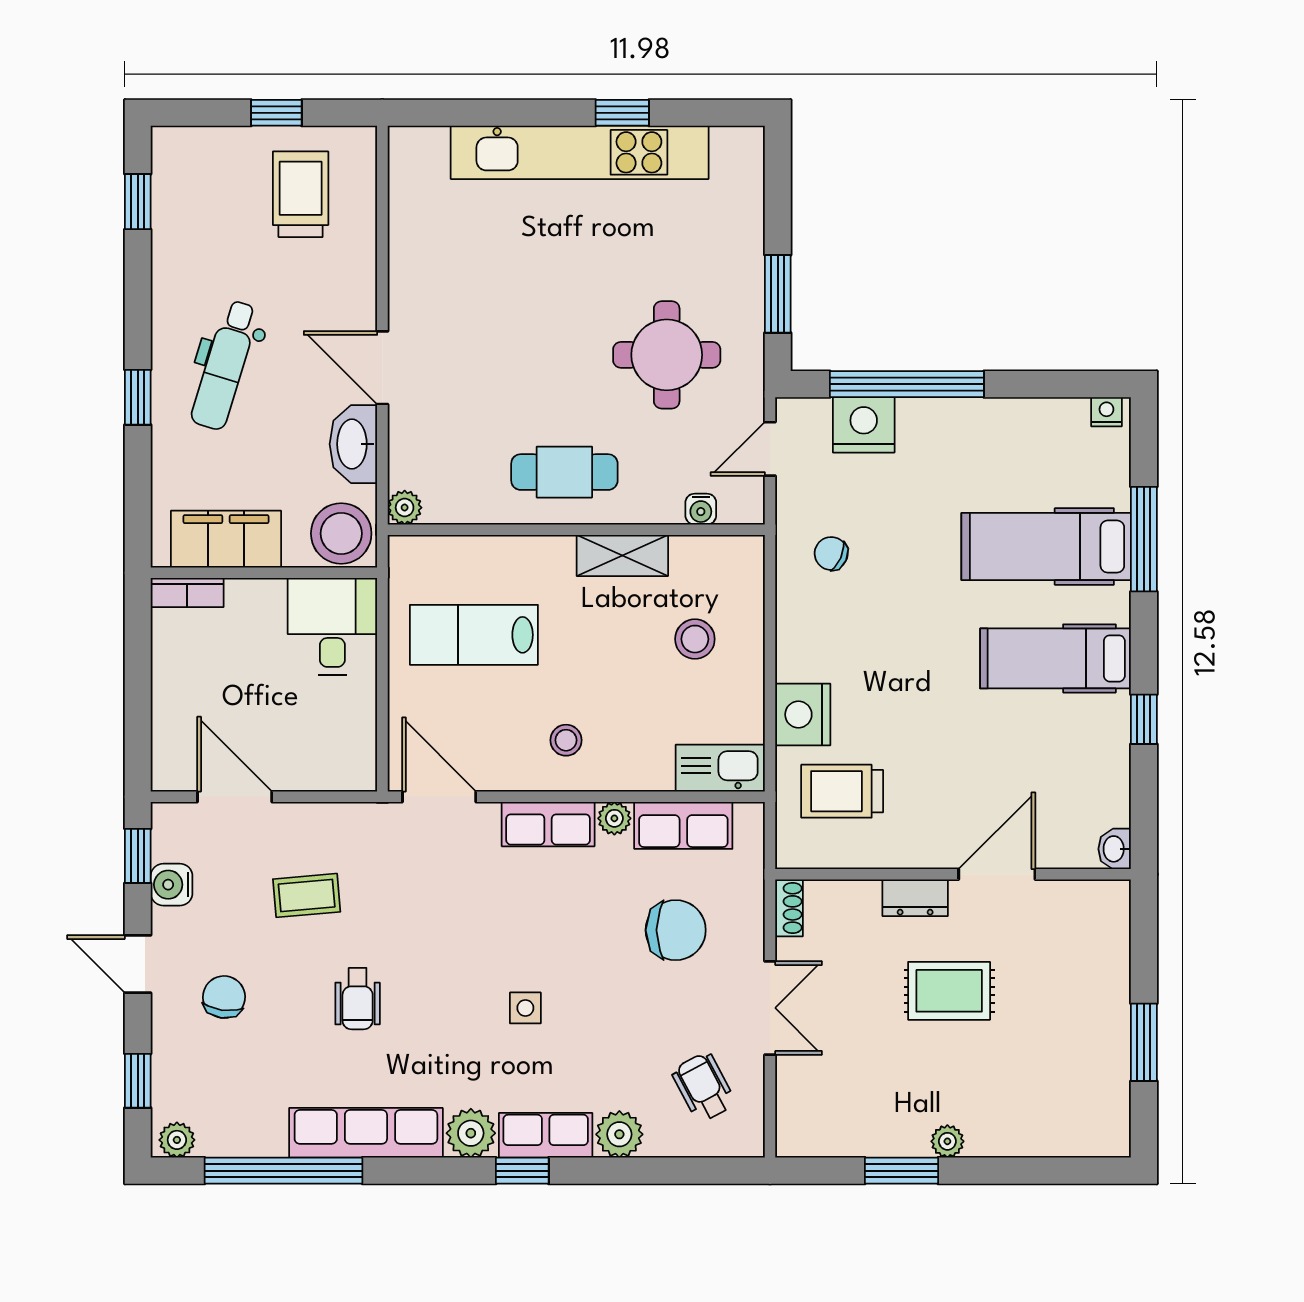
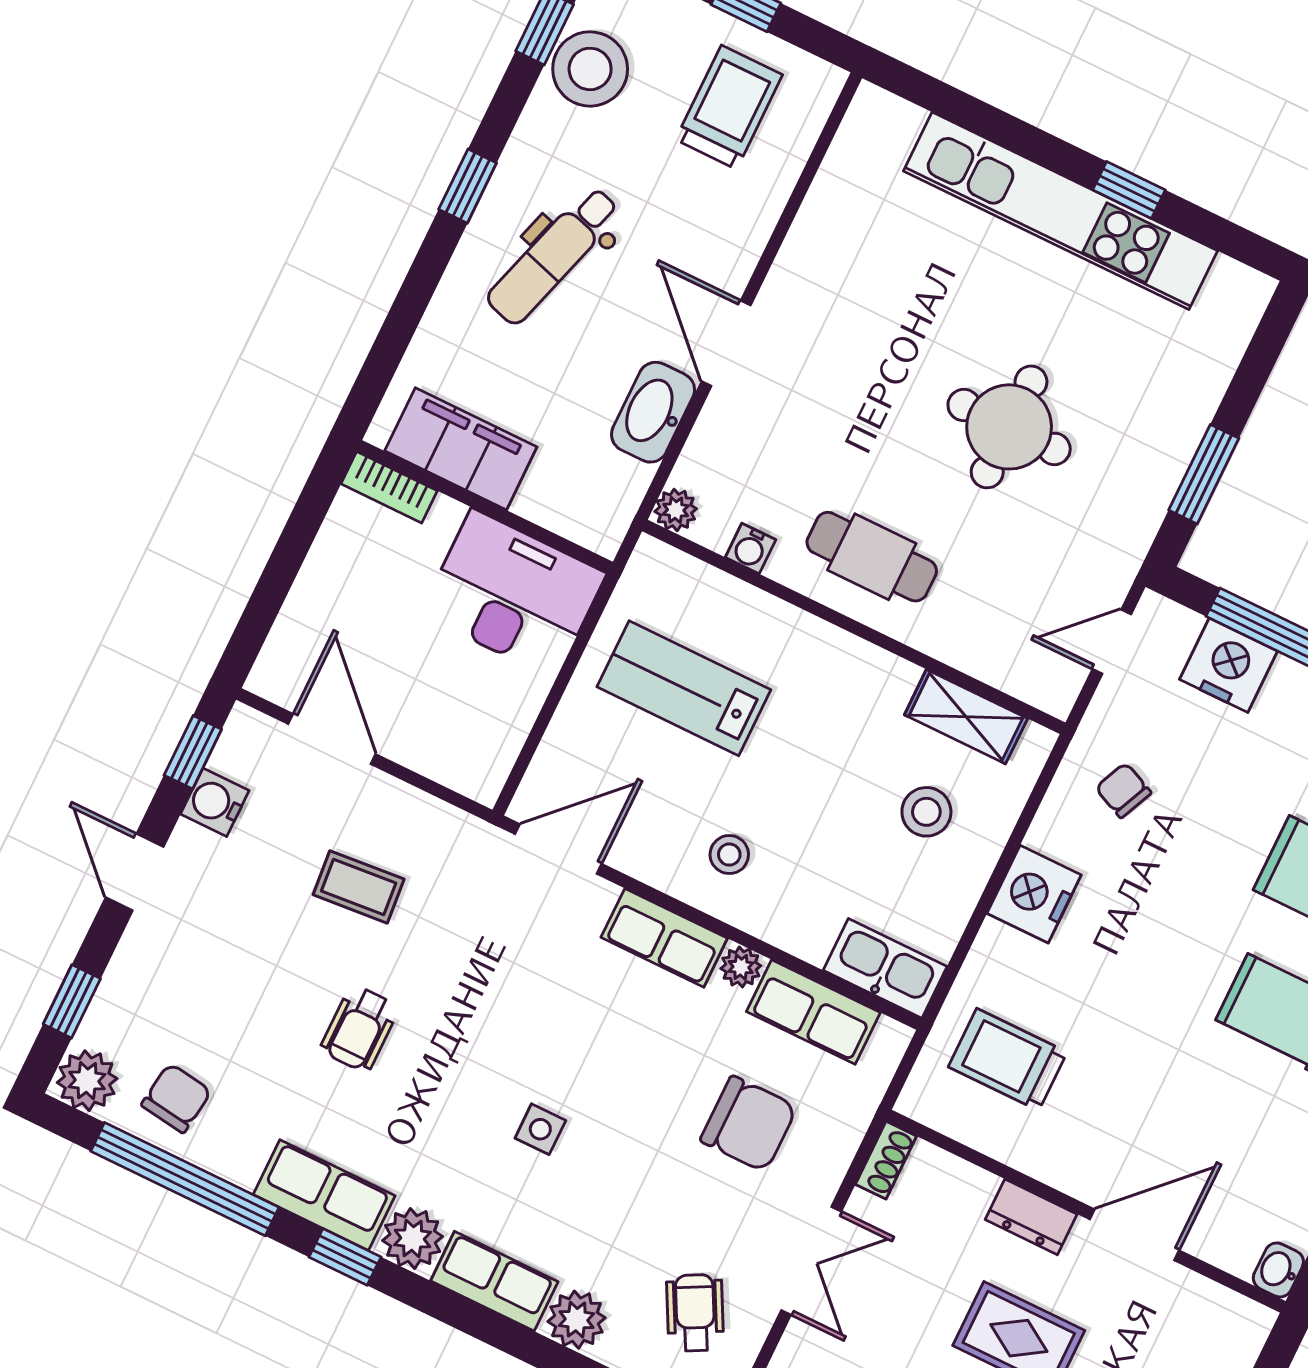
round table: (667, 355) -> (1009, 427), moved
window: (138, 397) -> (468, 186), moved
water cooler: (701, 509) -> (750, 549), moved
stool: (341, 533) -> (590, 69), moved
shelving: (622, 555) -> (966, 717), moved
desk: (332, 626) -> (513, 594), width x1.37
nightstand: (803, 715) -> (1034, 894), moved
door: (439, 797) -> (558, 849), hinge flipped
chair: (224, 997) -> (176, 1098), moved
row of seats: (366, 1133) -> (324, 1195), width x0.68
plant: (177, 1140) -> (87, 1081), width x1.38, depth x1.38
window: (522, 1171) -> (345, 1257), moved

